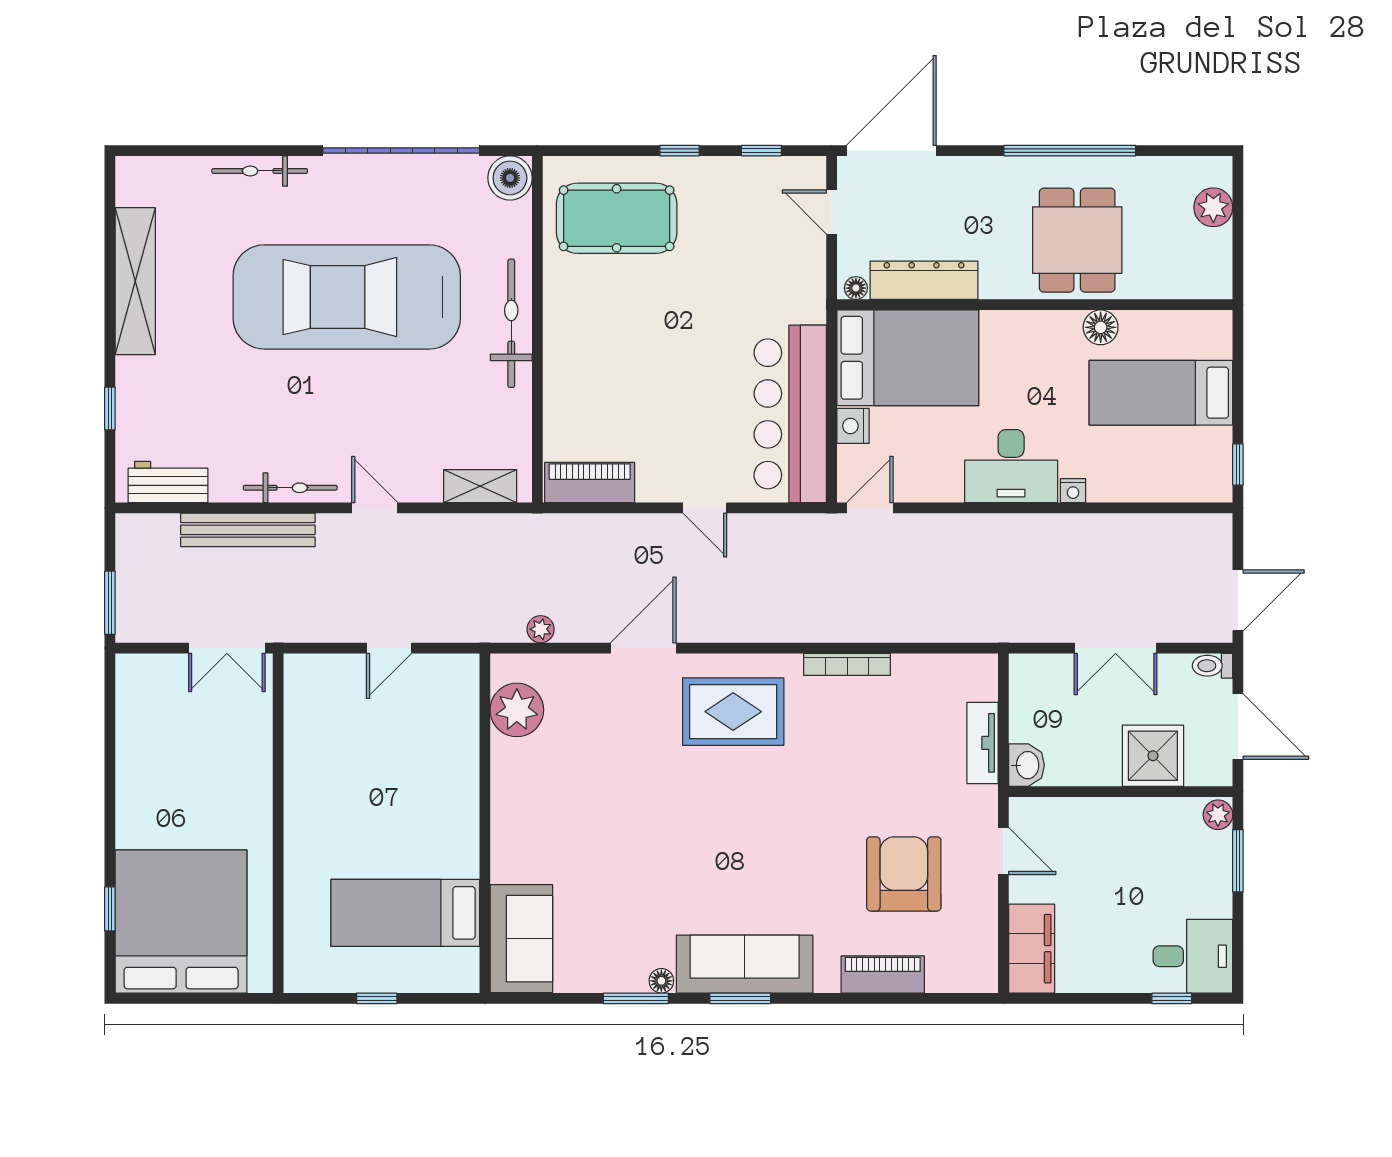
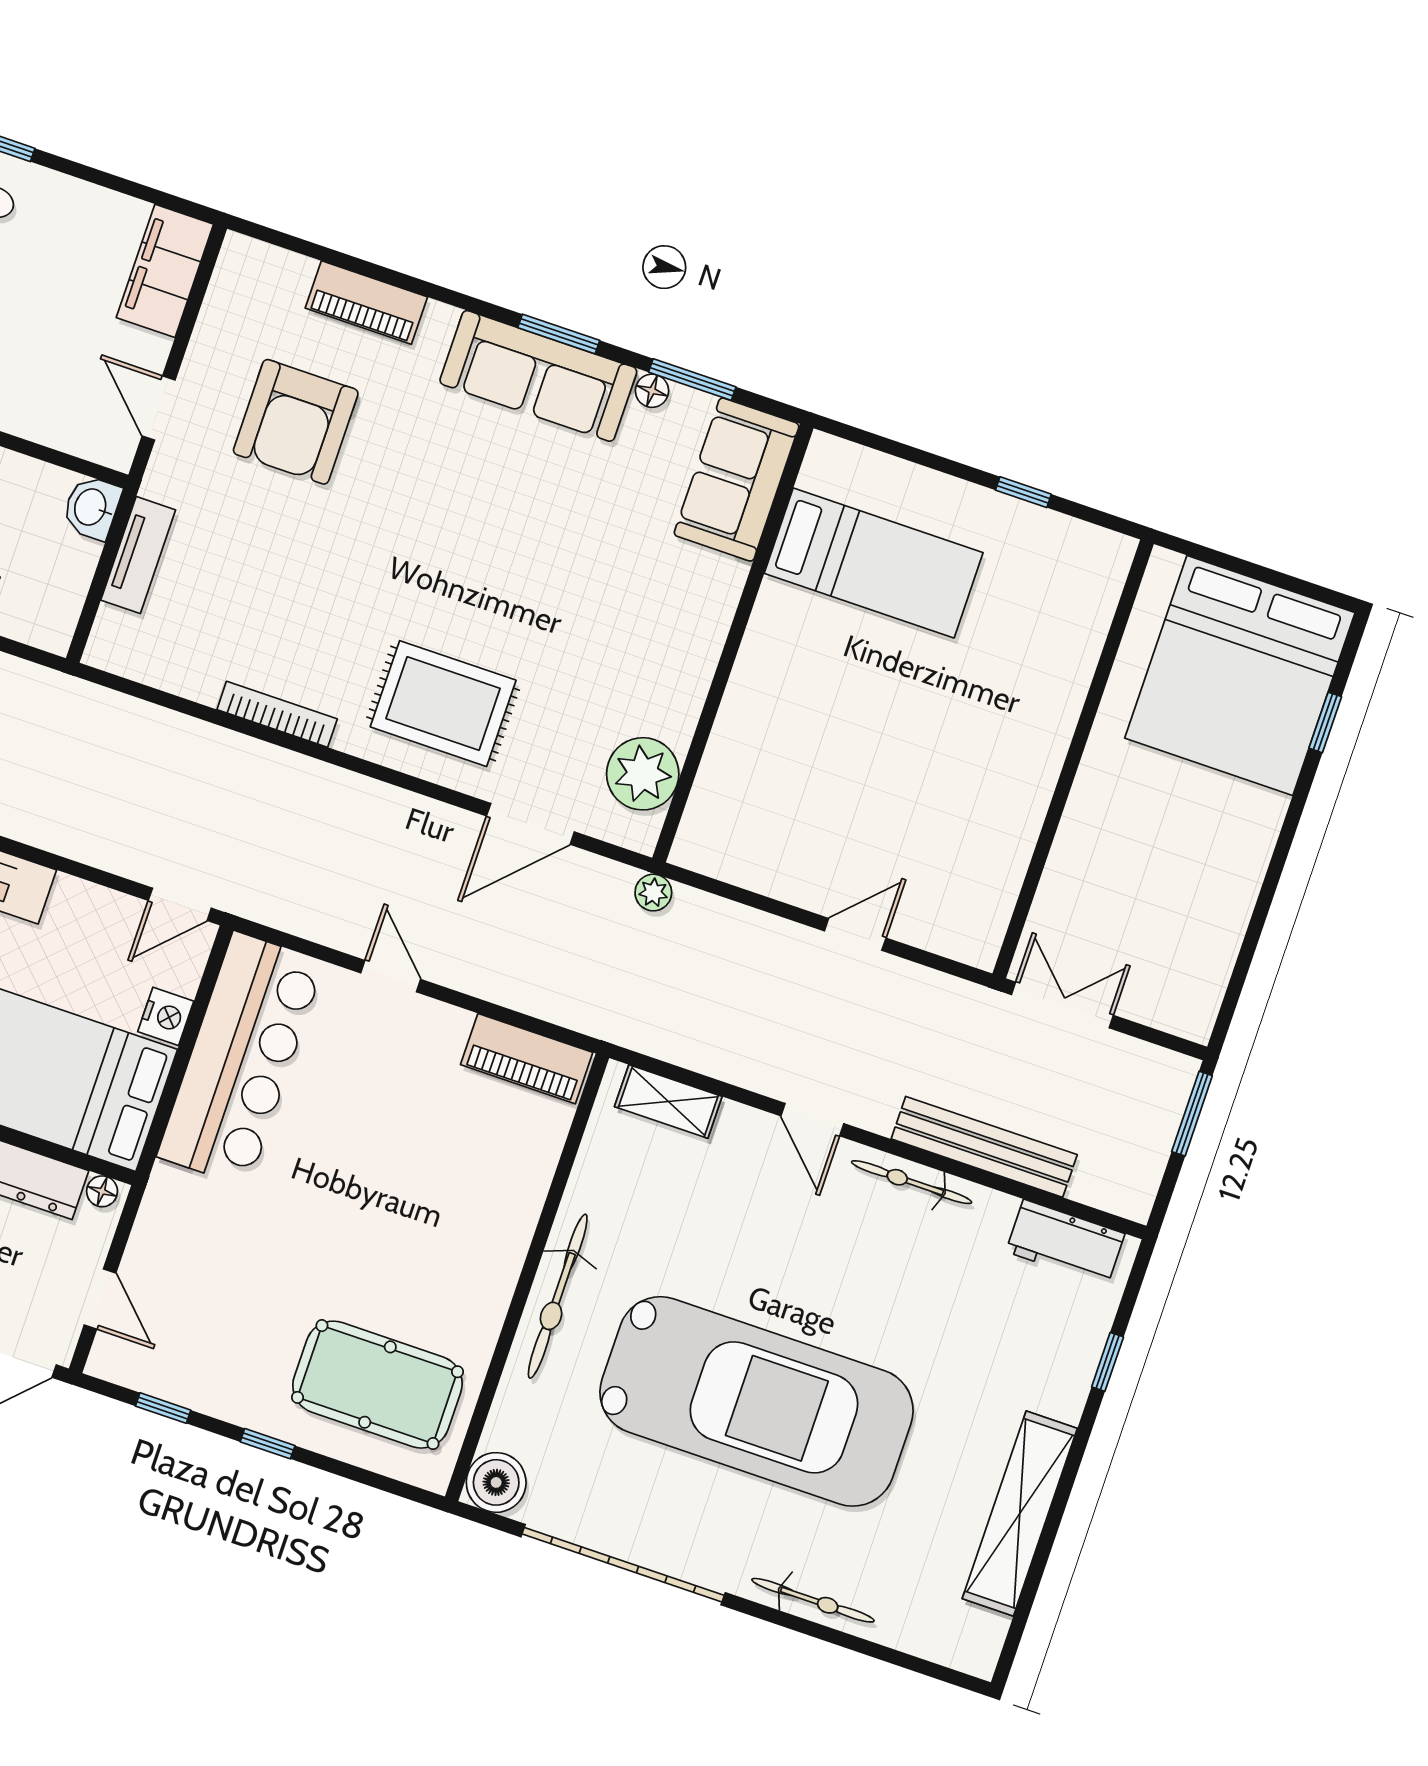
plant: (517, 710) -> (643, 774), moved
wall: (485, 823) -> (733, 643), moved
bed: (405, 913) -> (874, 563), moved
sofa: (521, 939) -> (737, 480), moved

